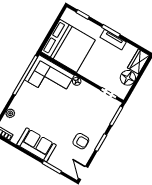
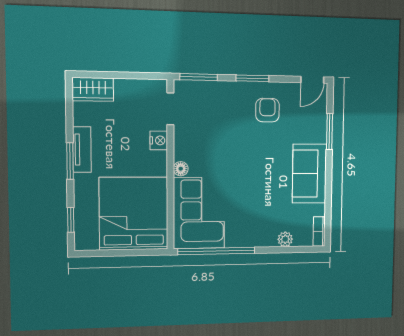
floor lamp: (128, 78) -> (129, 92), removed
nightstand: (97, 79) -> (159, 140), added

